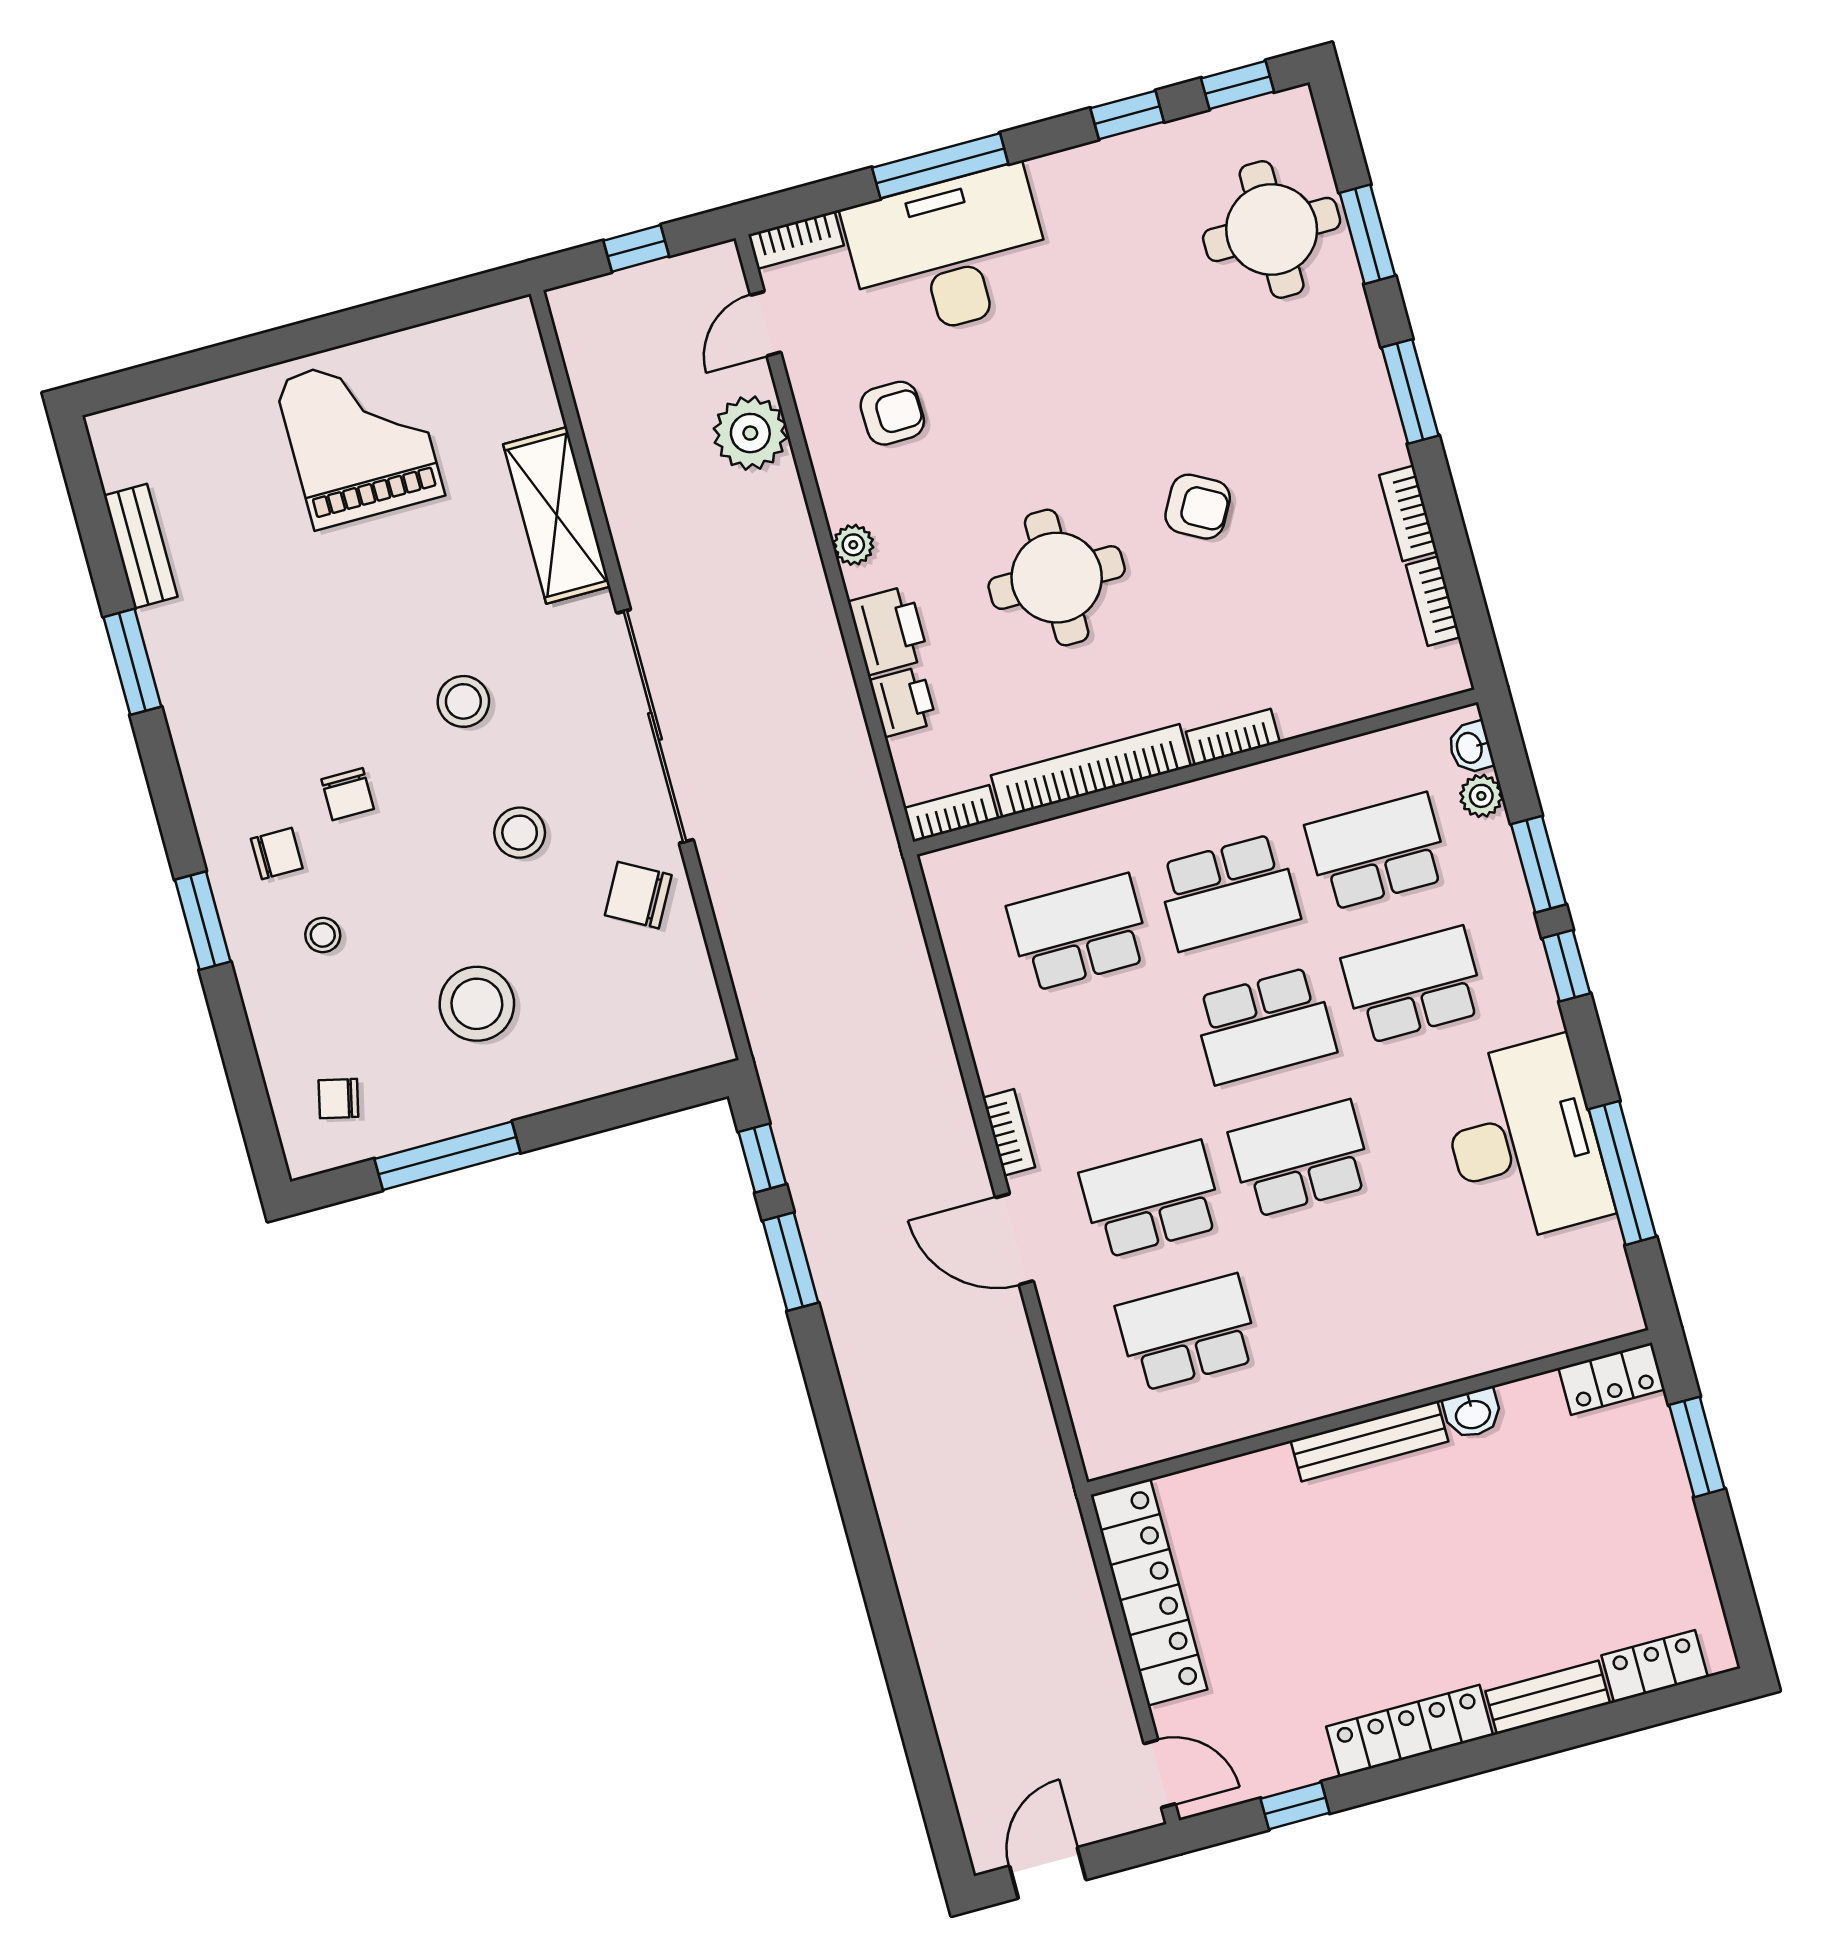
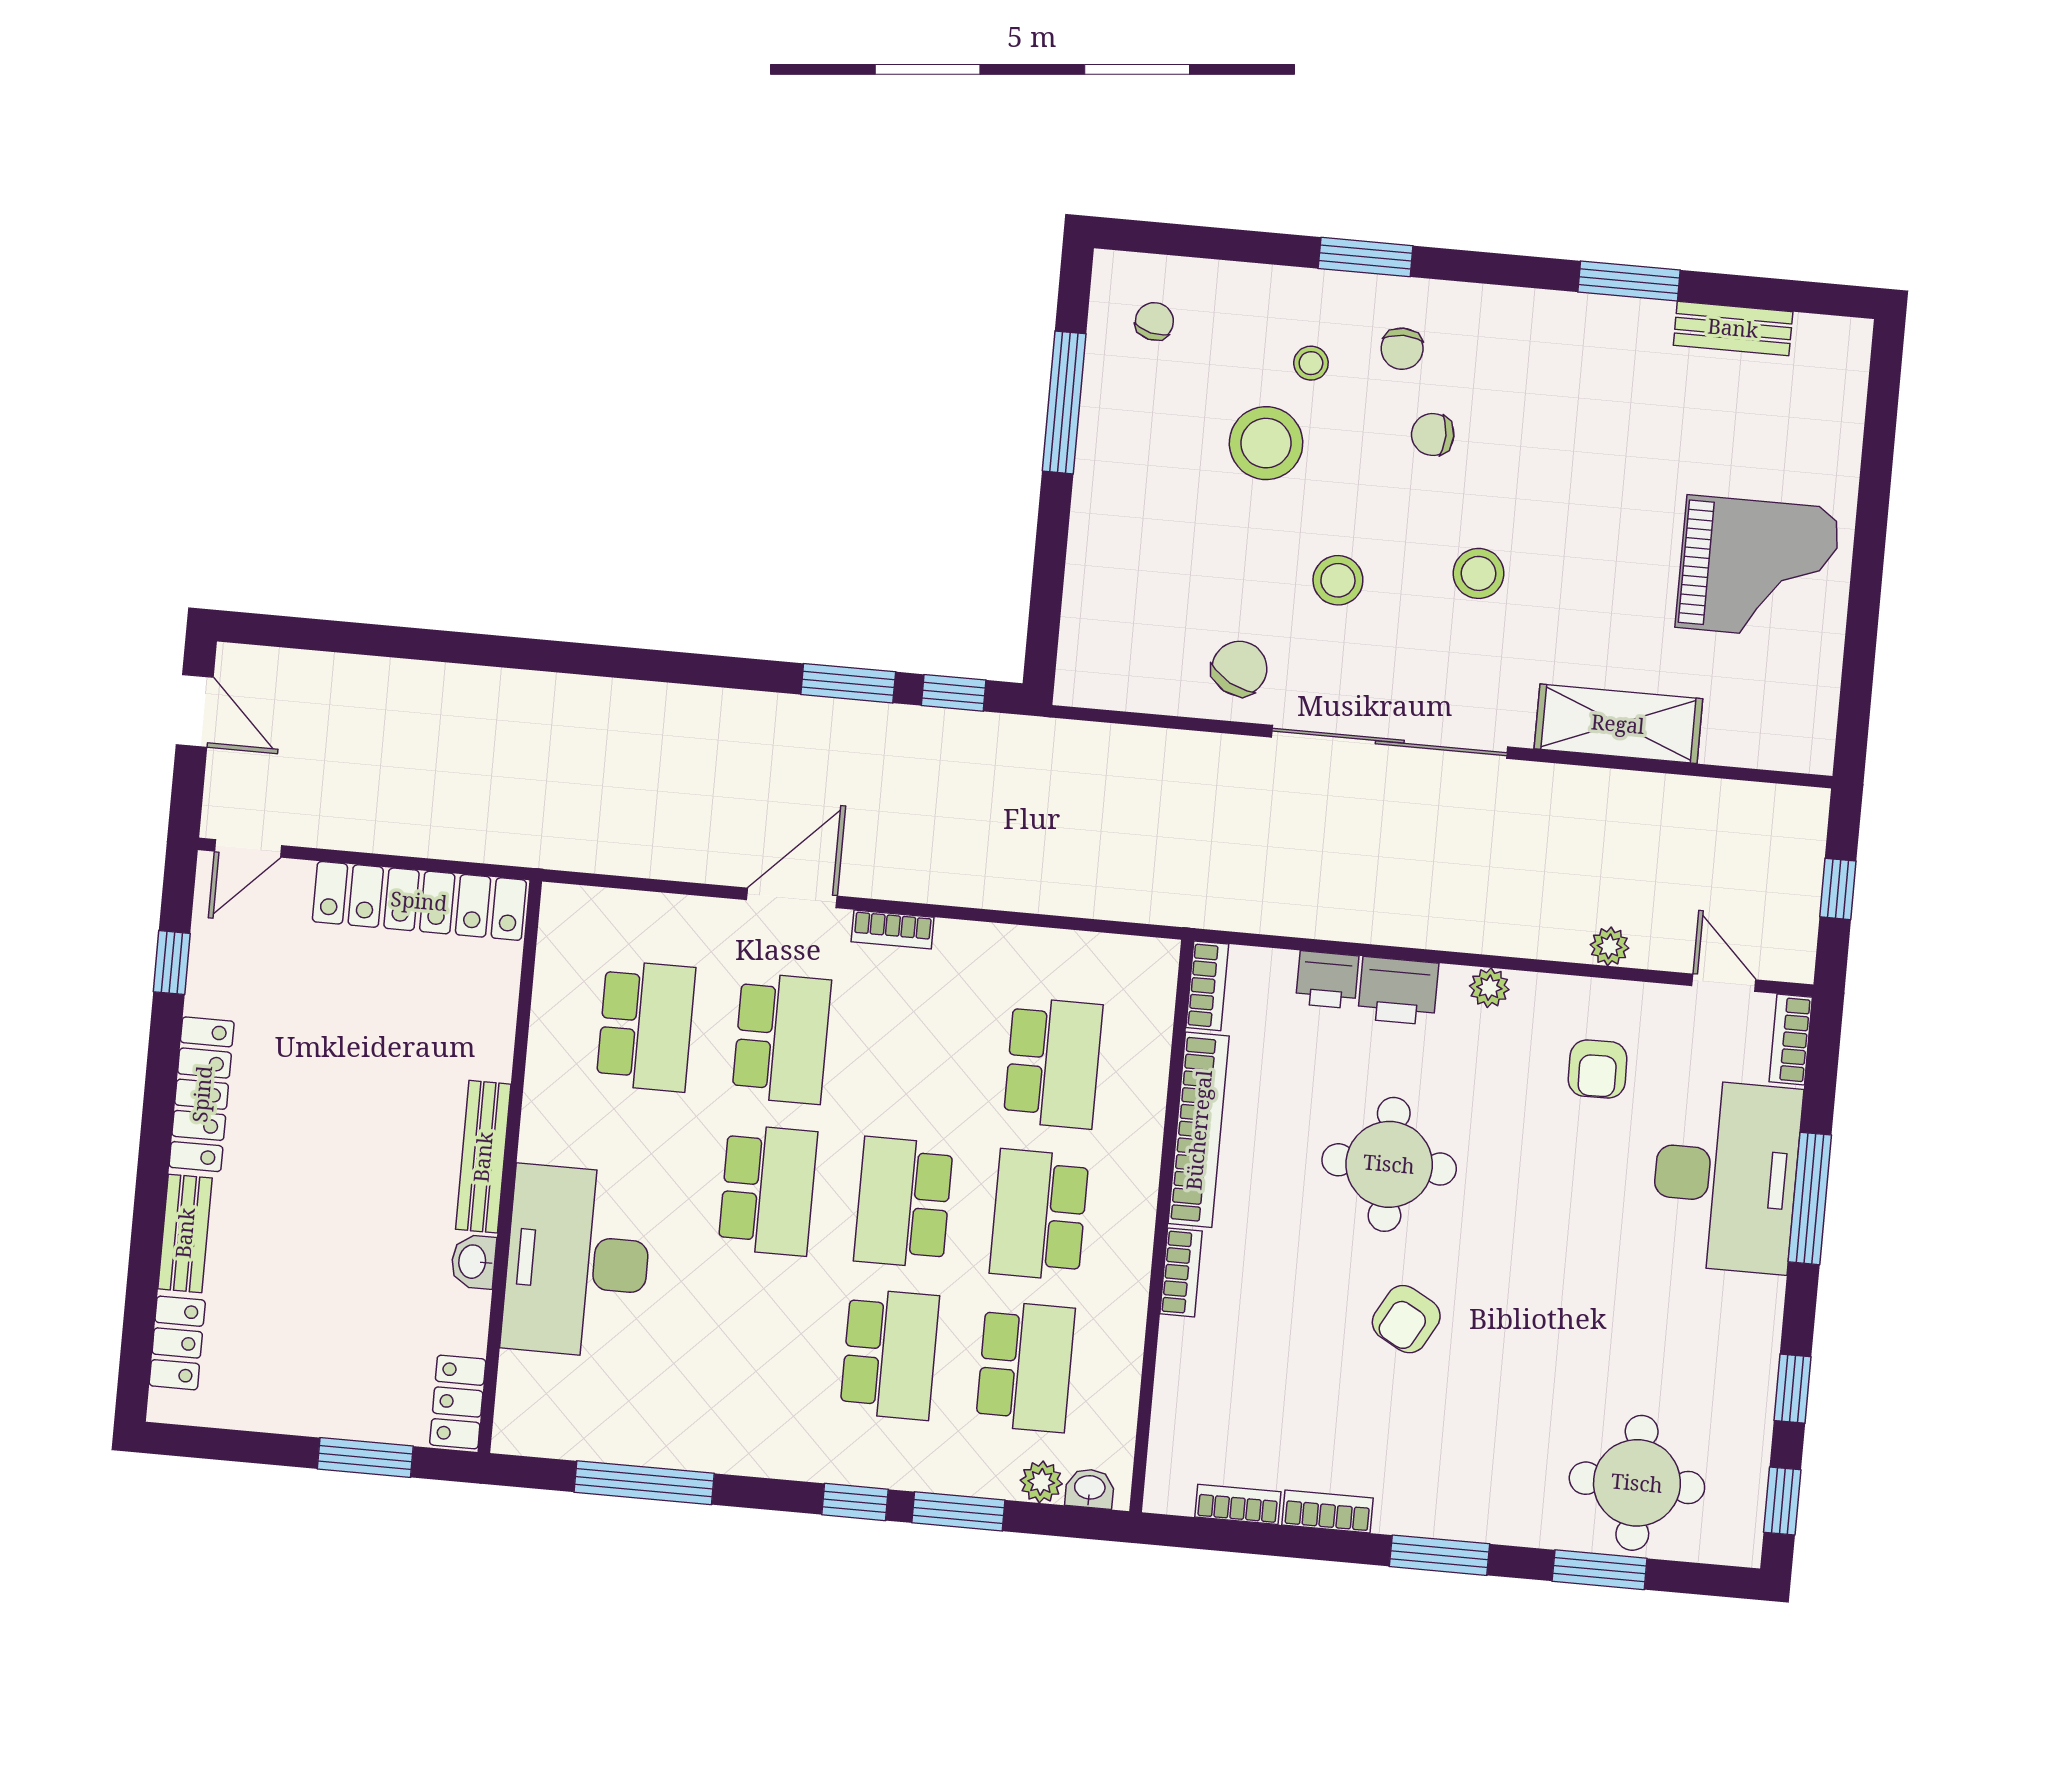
plant: (750, 433) -> (1609, 946), width x0.53, depth x0.53
stool: (477, 1004) -> (1266, 443), moved
desk: (1524, 1141) -> (577, 1262), moved, turned 90

